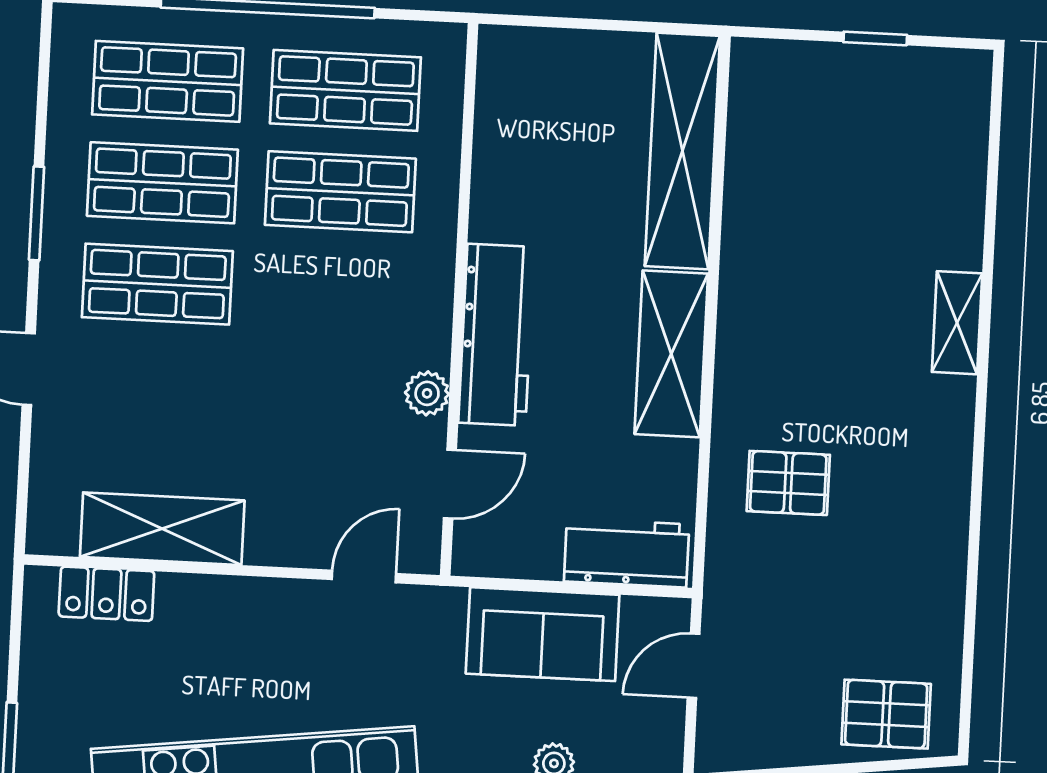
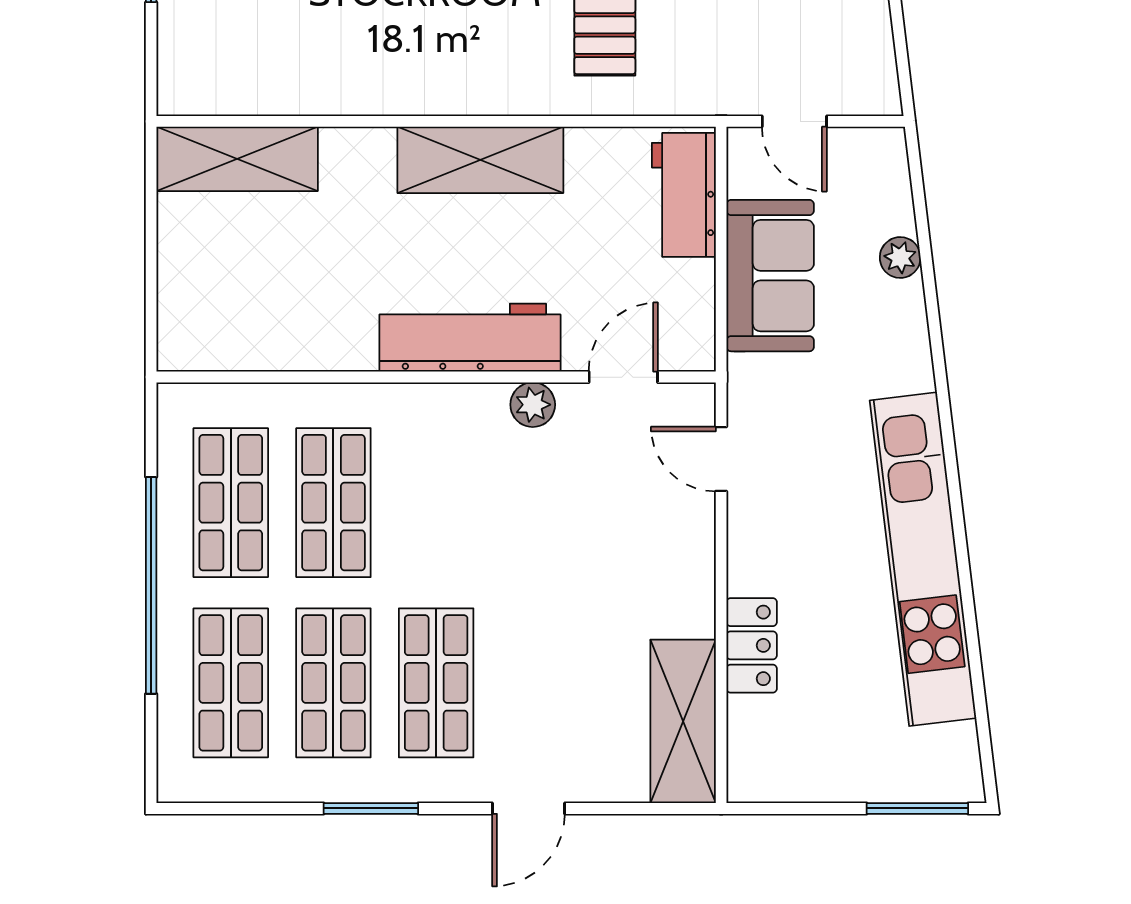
shelving: (682, 151) -> (237, 159), width x0.68
door: (450, 484) -> (623, 377), hinge flipped
shelving: (162, 529) -> (683, 721), moved
locker: (106, 594) -> (752, 645), moved

